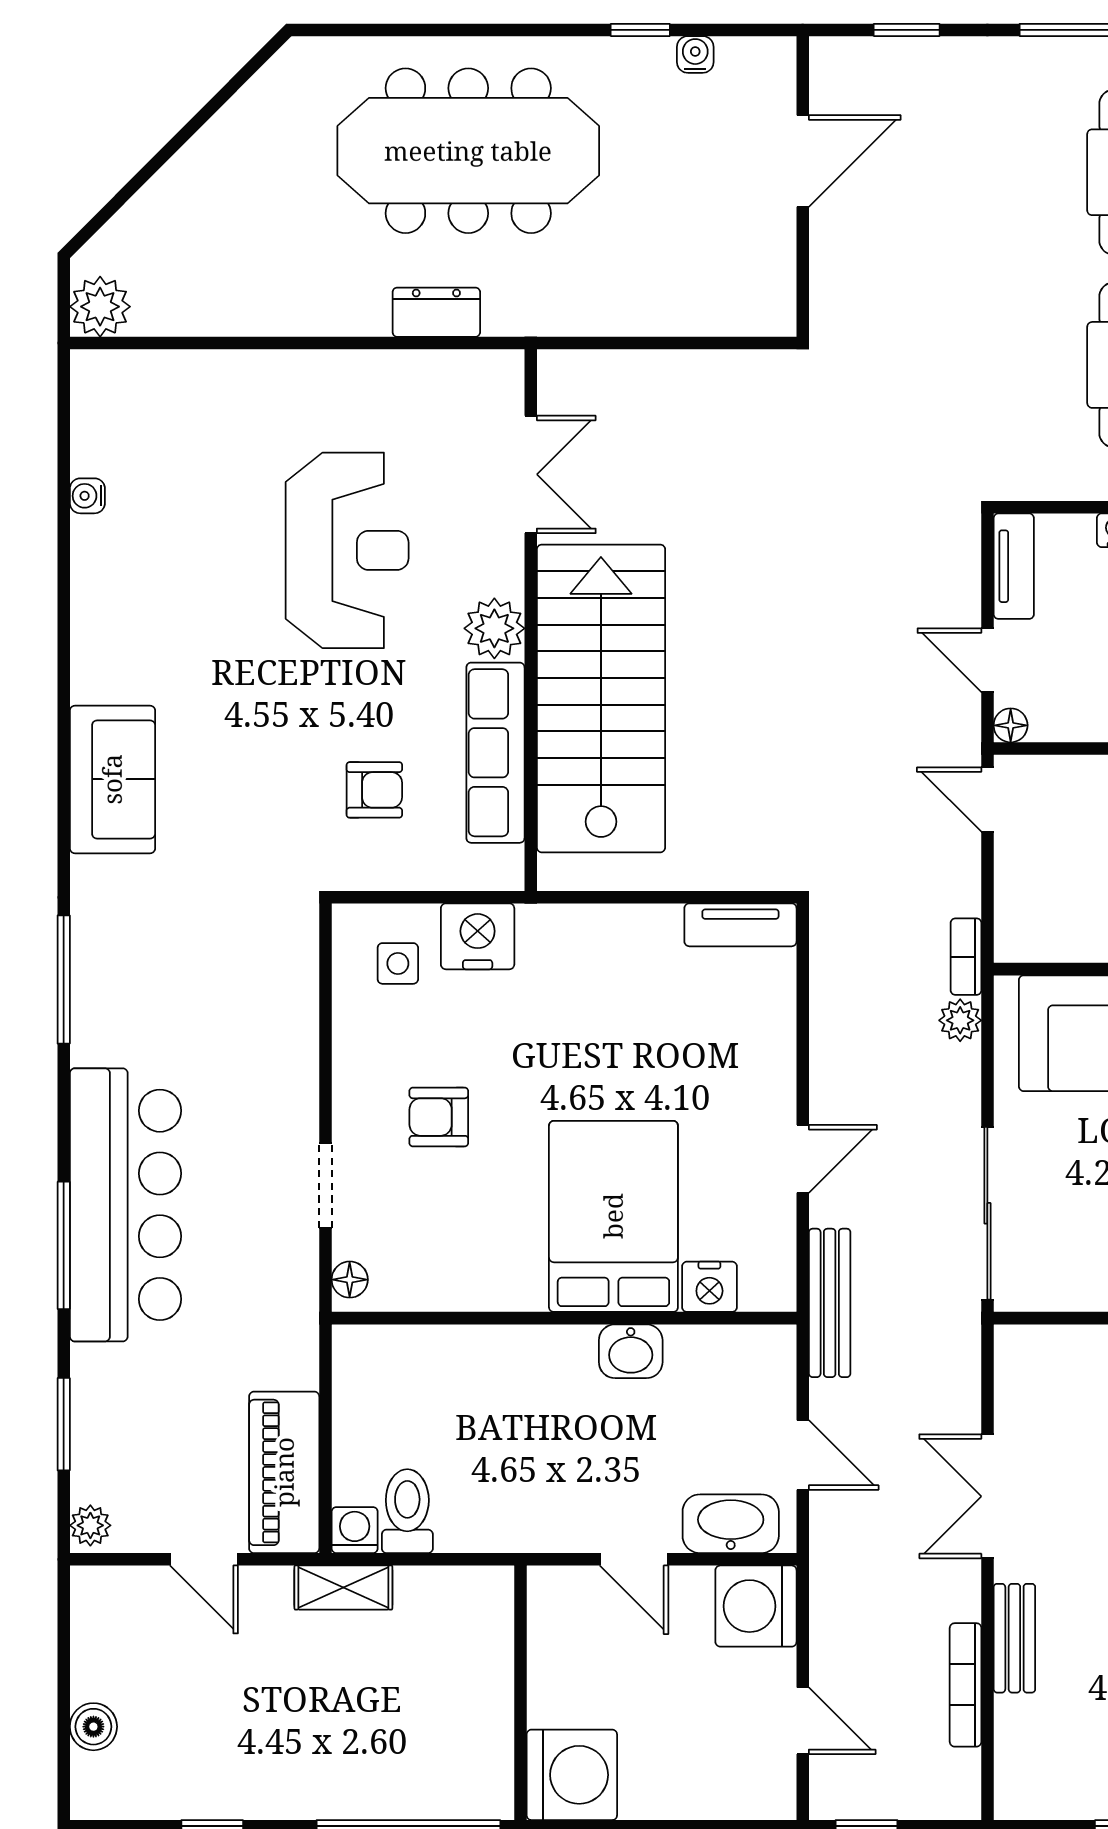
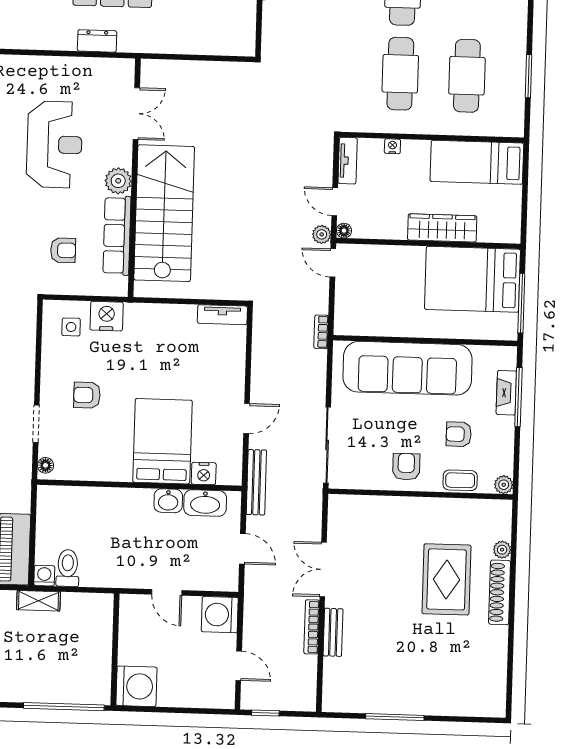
plant: (960, 1020) -> (322, 234), moved
washbasin: (731, 1524) -> (205, 503), moved, turned 180
bookcase: (966, 1685) -> (312, 627), moved

